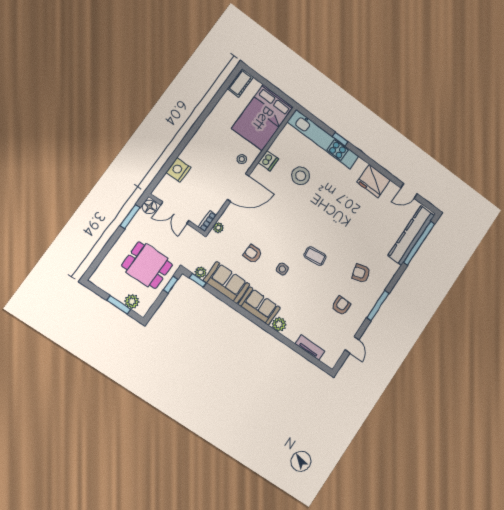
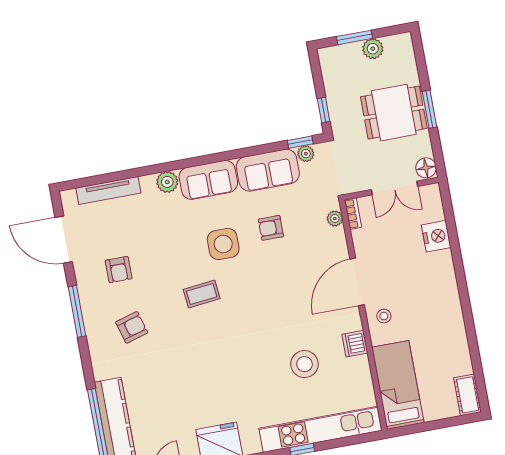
bed: (263, 118) -> (398, 385), width x0.67
double door: (175, 213) -> (394, 188), swing flipped
window: (130, 217) -> (430, 109), moved
armchair: (253, 254) -> (271, 228), turned 180
dining table: (147, 265) -> (394, 113), moved
side table: (282, 269) -> (223, 244), width x1.87, depth x1.87
plant: (132, 301) -> (373, 49), moved
door: (352, 345) -> (64, 240), width x1.87
tv unit: (310, 347) -> (108, 190), width x1.41

